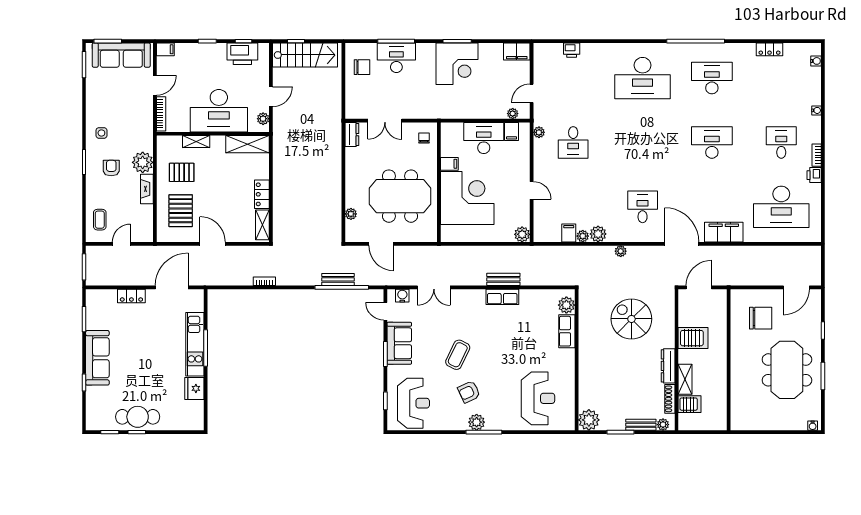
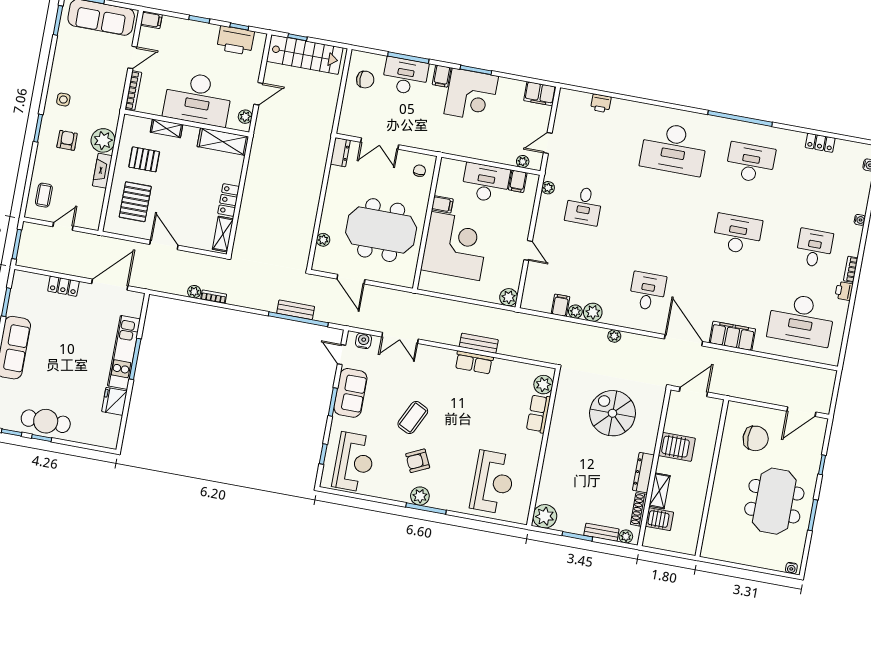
filing cabinet: (428, 52) -> (442, 76), added
plant: (246, 280) -> (194, 292), added

